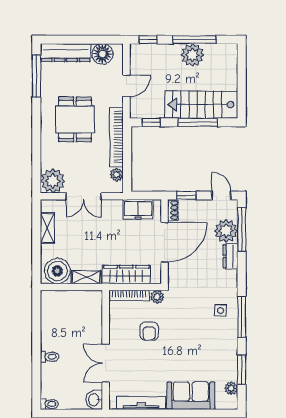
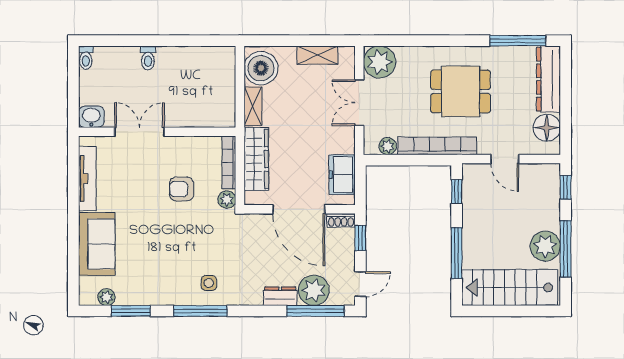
stairs: (201, 105) -> (510, 288), moved, turned -90

